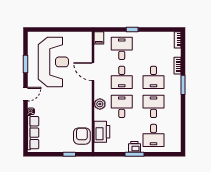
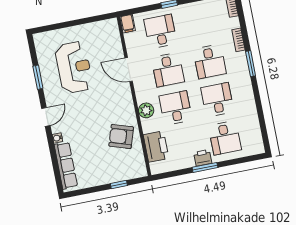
reception desk: (53, 62) -> (74, 67), width x0.74, depth x0.77
armchair: (82, 136) -> (121, 136), moved, turned -72

